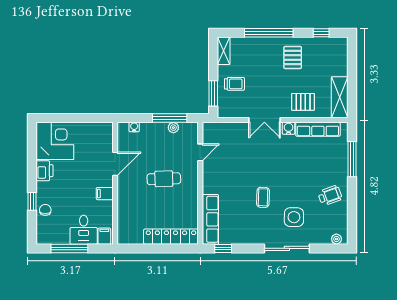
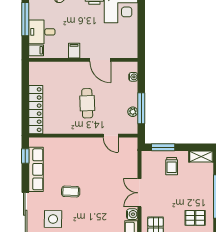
row of seats: (210, 219) -> (36, 169), moved, turned -90

